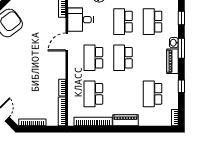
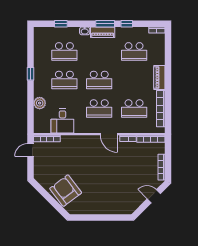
door: (67, 42) -> (109, 134), moved
window: (181, 48) -> (105, 24), moved

